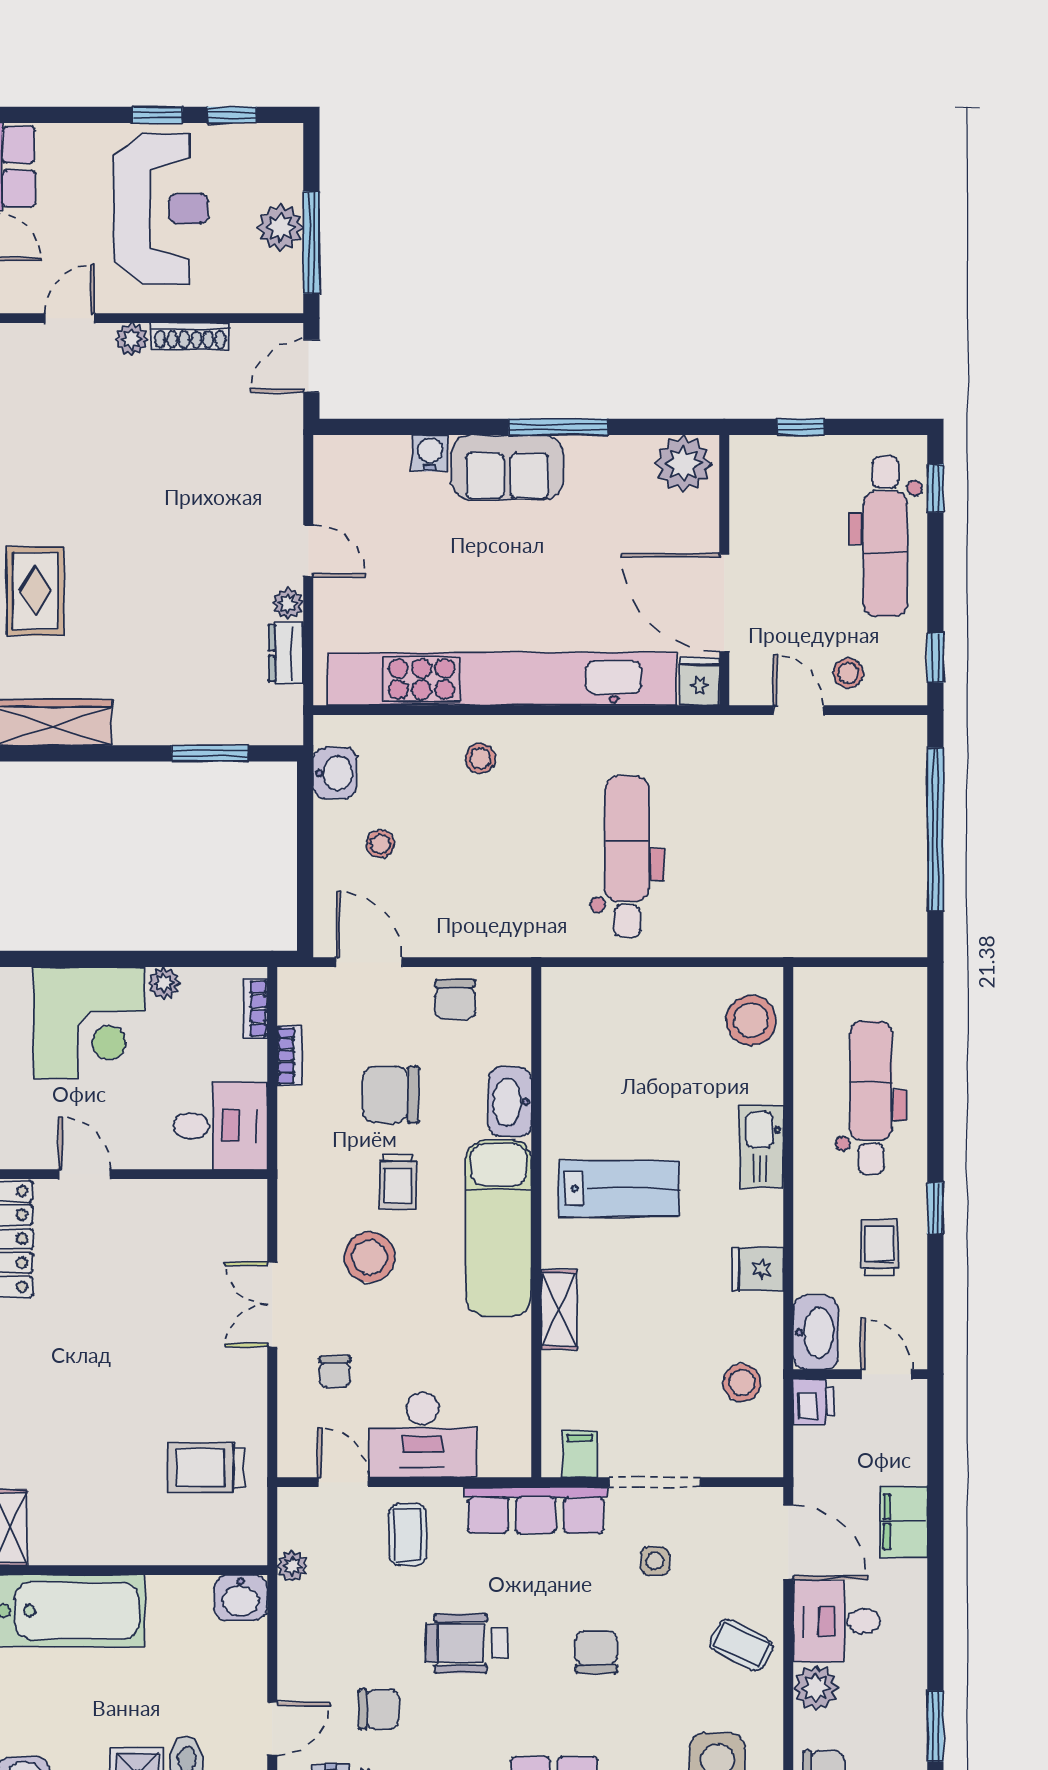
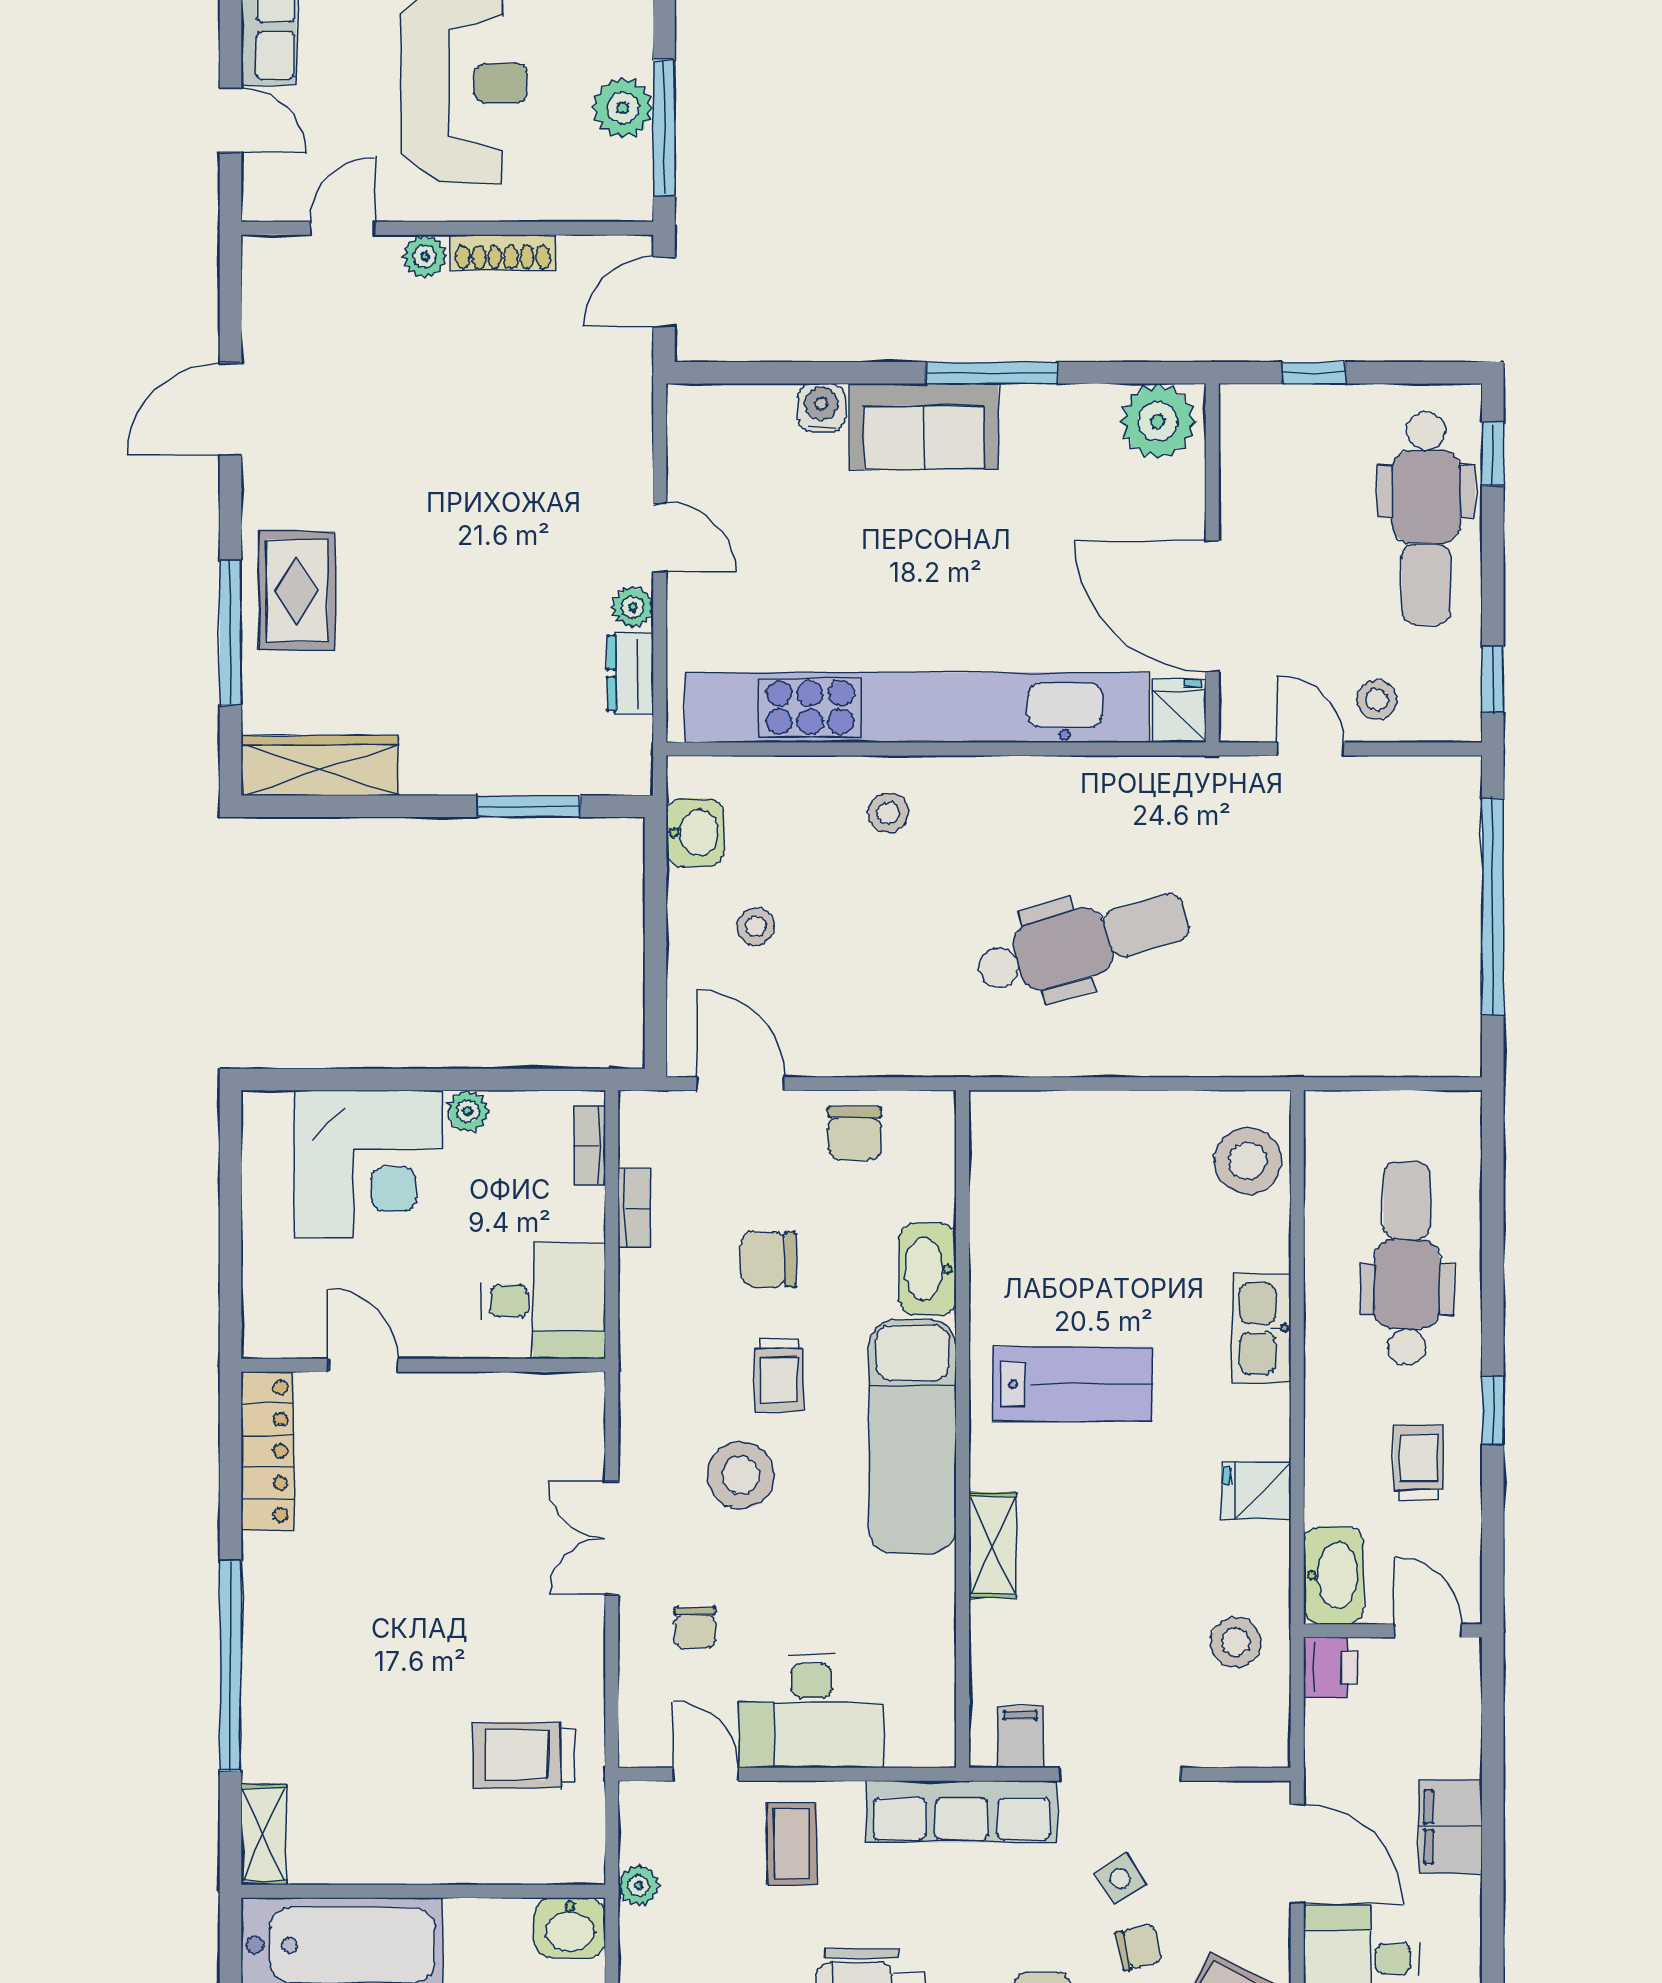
dental chair: (627, 856) -> (1083, 943), turned 74
chair: (390, 1095) -> (769, 1259), width x0.73, depth x0.73
side table: (655, 1561) -> (1120, 1879), turned -32
chair: (669, 1612) -> (1139, 1947), added

